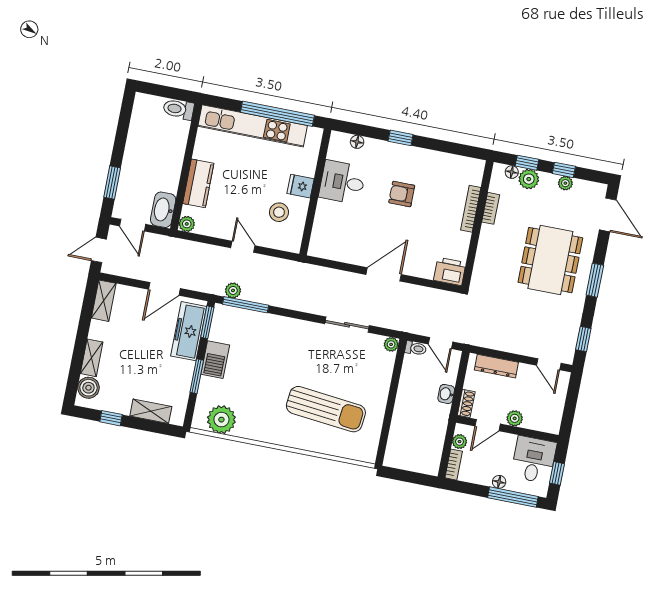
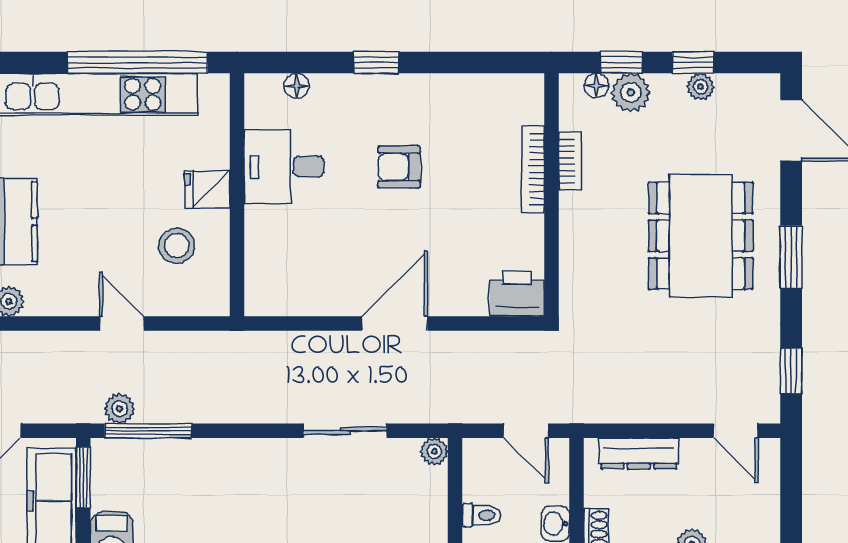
toilet: (416, 348) -> (482, 515), moved

